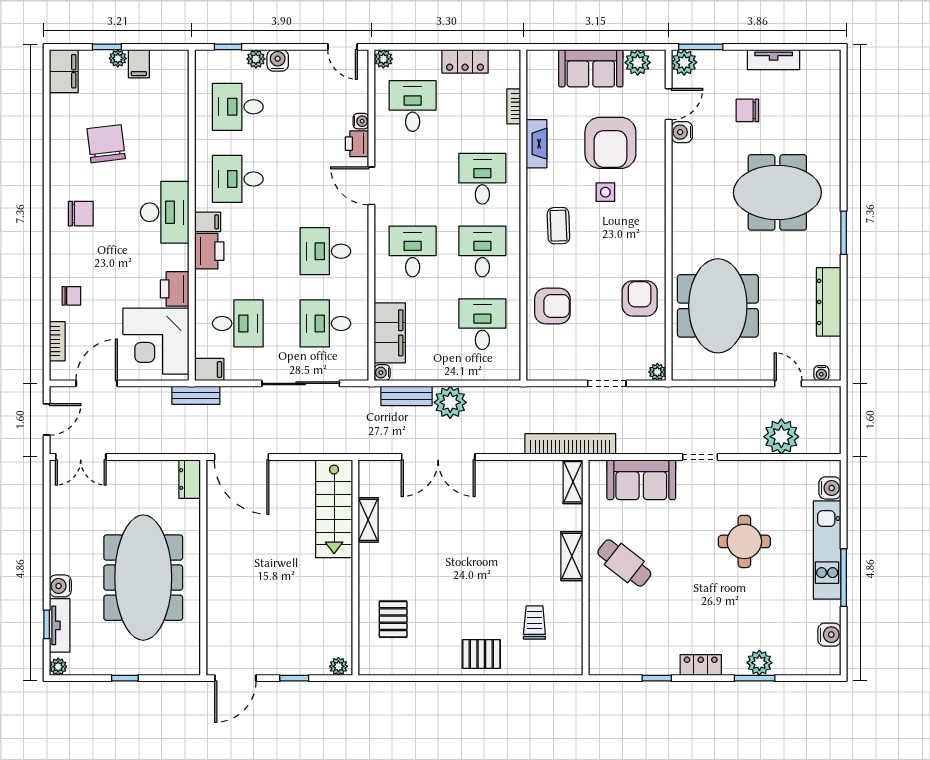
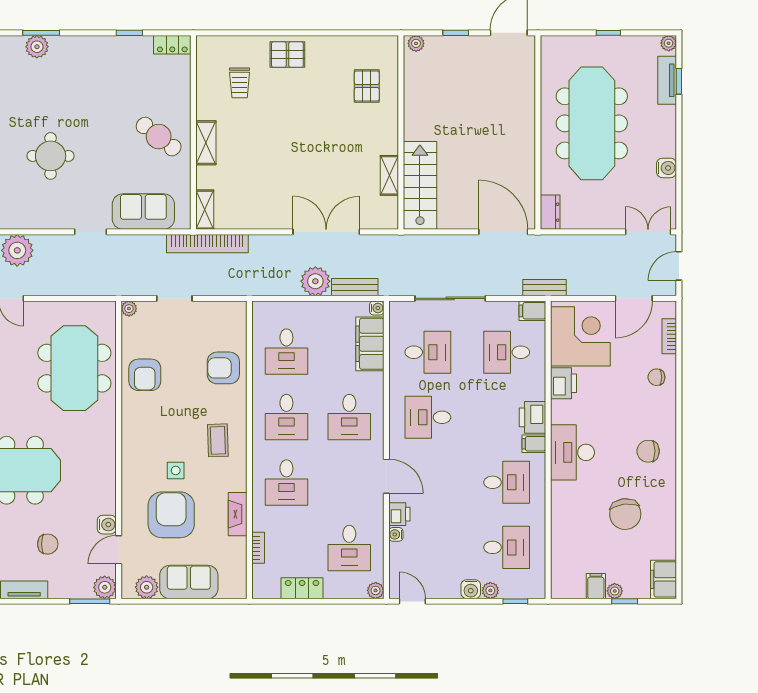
desk: (325, 251) -> (428, 417), turned 180
water cooler: (60, 586) -> (667, 168), moved
locker: (701, 665) -> (172, 45), moved

